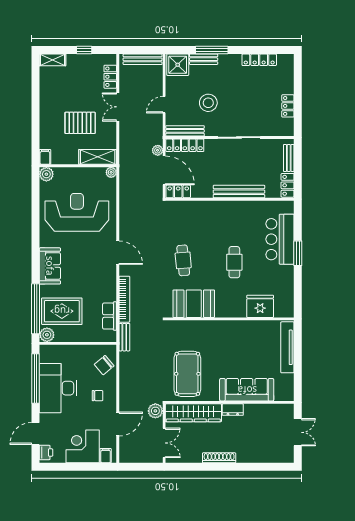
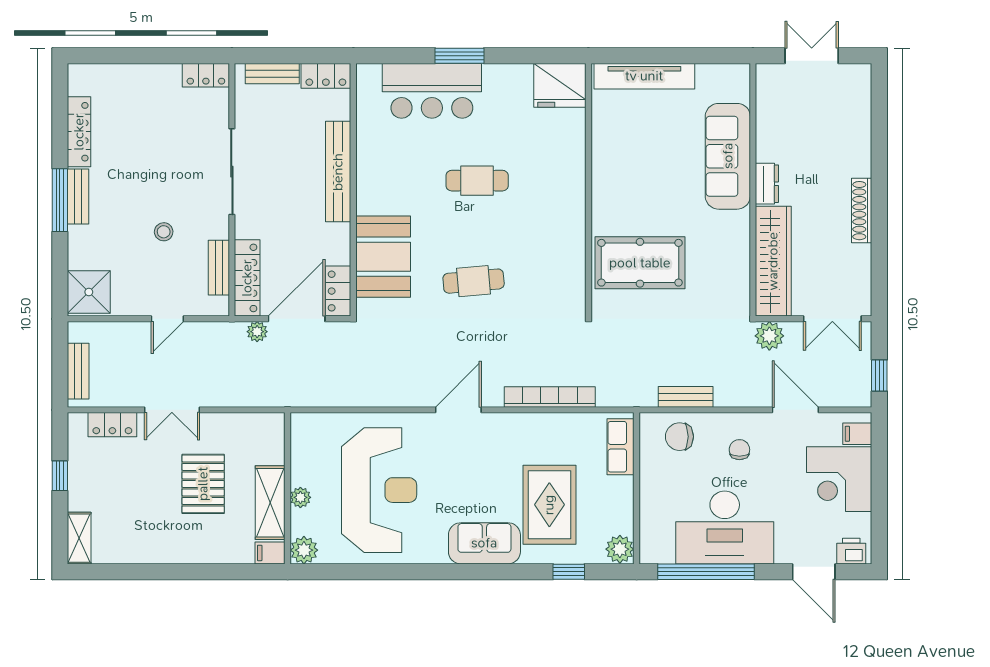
window: (212, 50) -> (60, 200), moved
bench: (143, 59) -> (78, 371), width x0.73
bench: (204, 59) -> (78, 196), moved
stool: (208, 103) -> (164, 232), width x0.53, depth x0.53
door: (164, 105) -> (167, 319), hinge flipped
locker: (288, 106) -> (206, 75), moved
bench: (185, 131) -> (219, 268), width x0.73
shelving: (98, 157) -> (270, 503), moved
plant: (111, 172) -> (300, 497), moved
reception desk: (77, 212) -> (379, 490), turned 180
booth: (194, 304) -> (383, 257), moved
fridge: (260, 306) -> (560, 85), moved, turned -90
window: (35, 309) -> (569, 572), width x0.32
rug: (62, 311) -> (549, 505), moved
row of seats: (110, 316) -> (621, 447), moved, turned 90
bench: (124, 337) -> (686, 397), moved
chair: (104, 365) -> (679, 437), turned 130
pool table: (187, 374) -> (640, 263), moved
double door: (164, 443) -> (832, 319), swing flipped
window: (135, 467) -> (879, 375), added

